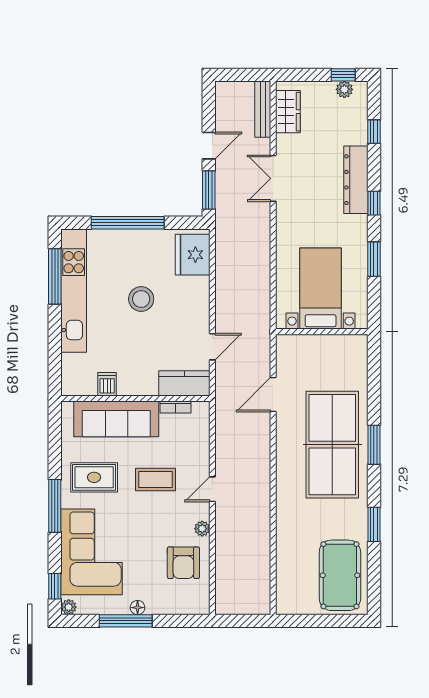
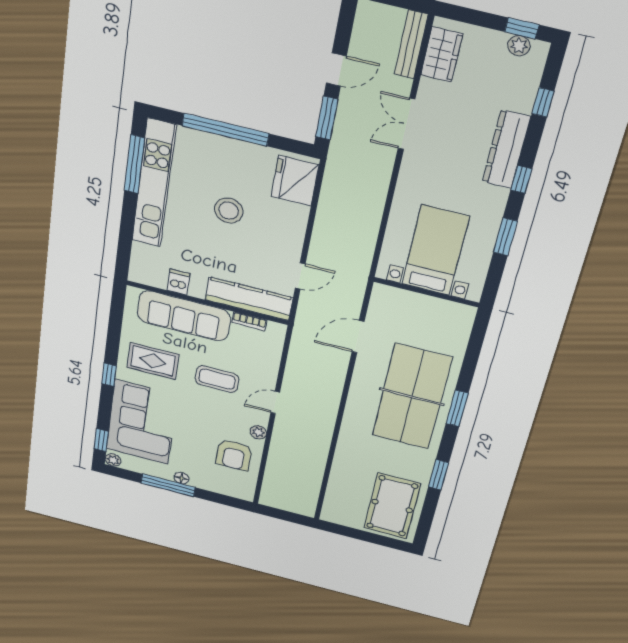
kitchen counter: (184, 383) -> (249, 299), width x1.50
window: (55, 506) -> (109, 375), width x0.46

